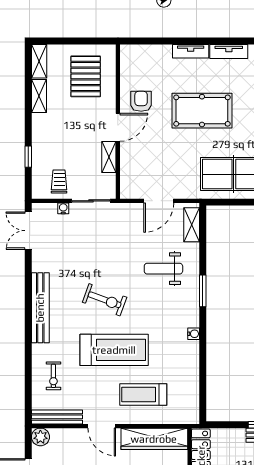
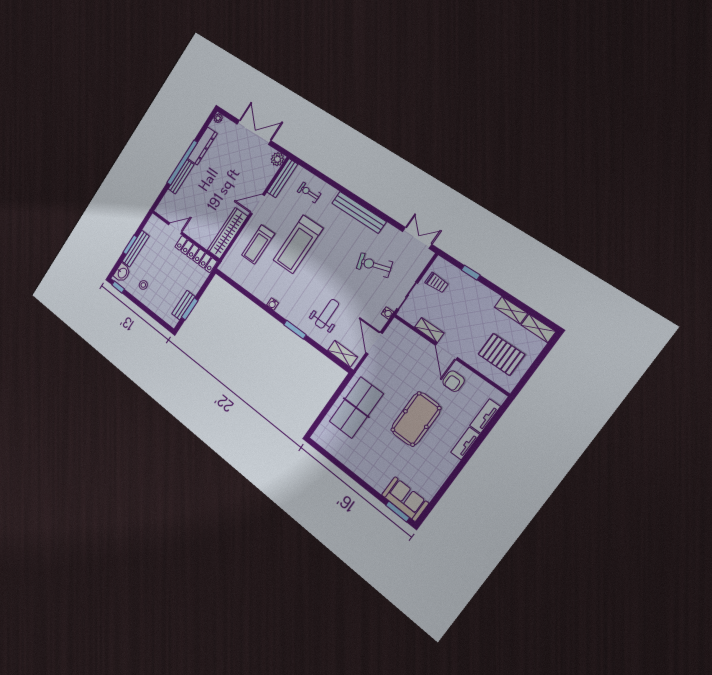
tv unit: (229, 52) -> (485, 416), moved
armchair: (141, 101) -> (454, 381), turned 90
water cooler: (63, 208) -> (388, 313), moved
exercise bike: (105, 300) -> (374, 265), moved, turned 53
treadmill: (143, 394) -> (258, 244), turned 180

